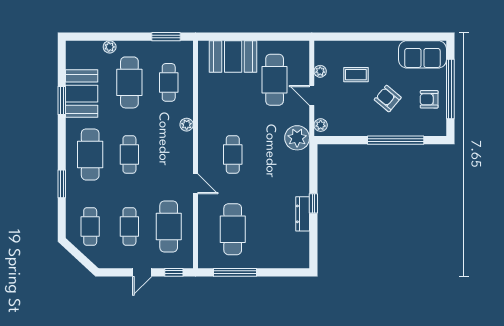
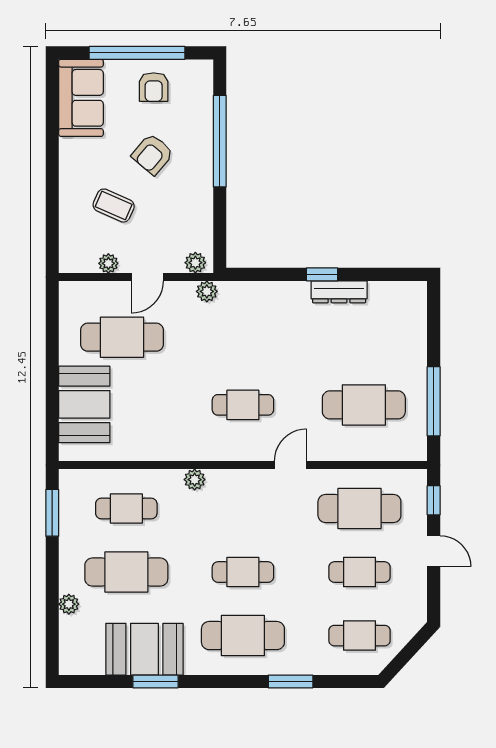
coffee table: (356, 75) -> (114, 206), turned -66
plant: (297, 138) -> (207, 291), width x0.53, depth x0.53

